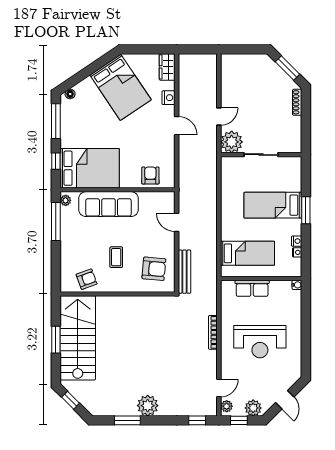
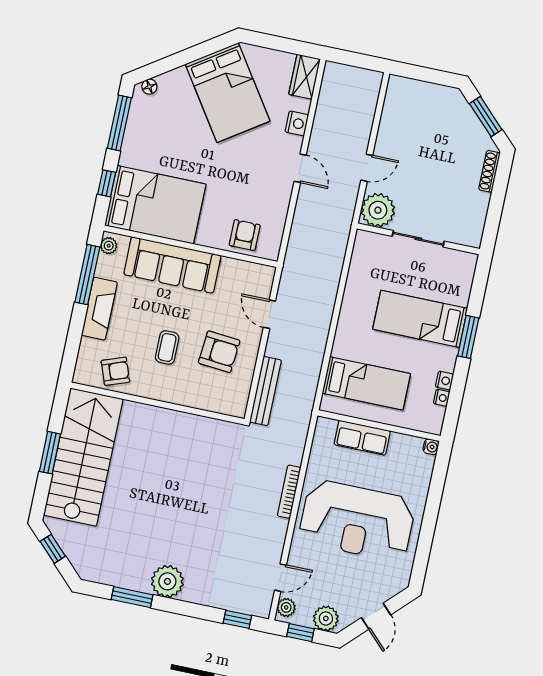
fireplace: (68, 242) -> (99, 309), added
armchair: (154, 269) -> (219, 352), moved
reception desk: (260, 342) -> (357, 521), width x1.36, depth x1.30

